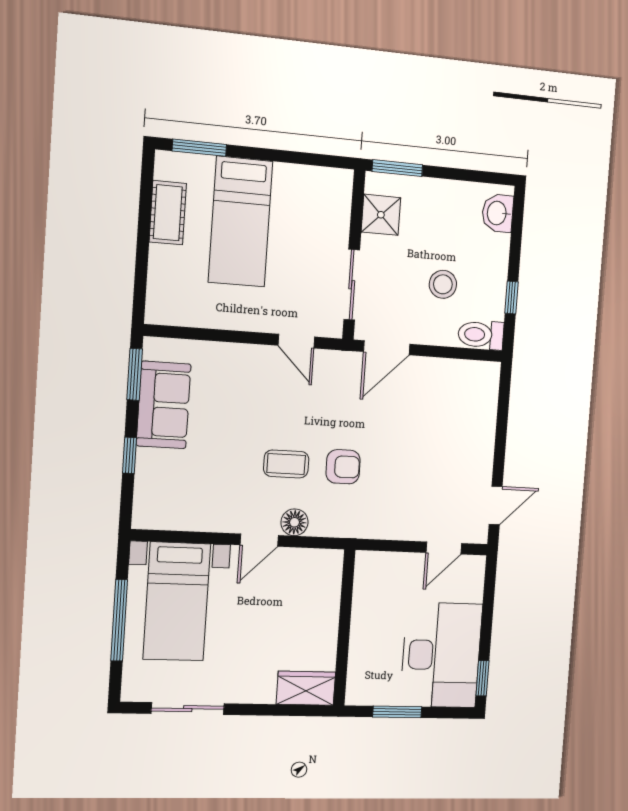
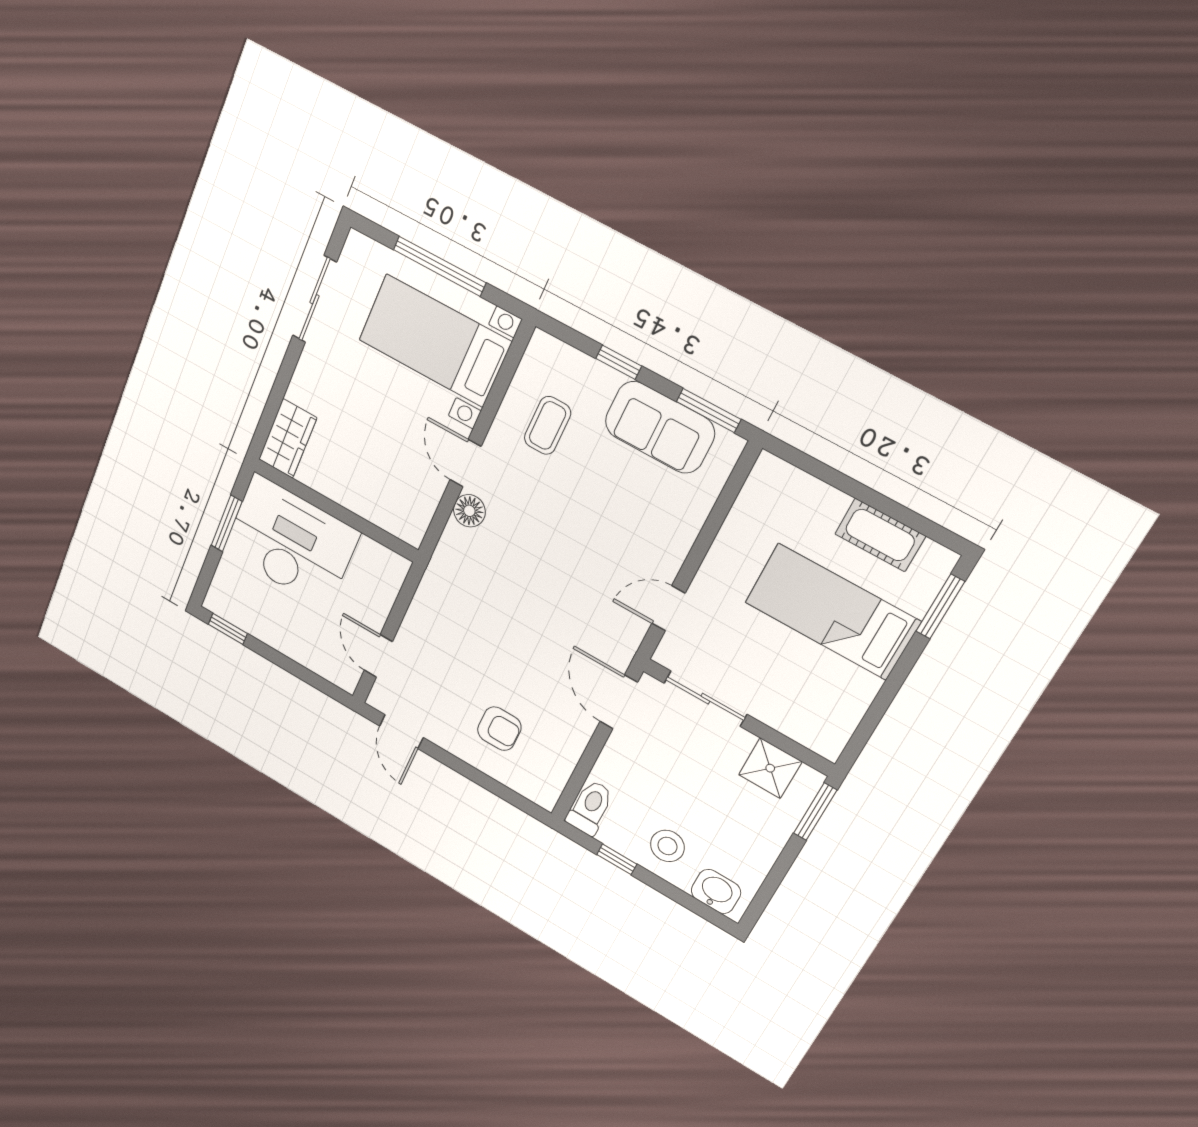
stool: (443, 284) -> (667, 846), moved
coffee table: (286, 464) -> (548, 425), moved
armchair: (343, 467) -> (499, 729), moved, turned -90
desk: (441, 655) -> (291, 542), moved, turned 180

